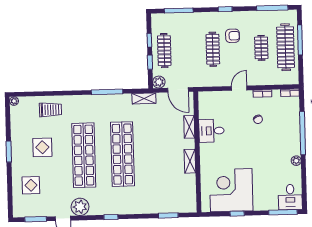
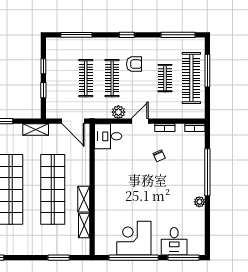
clothes rail: (164, 51) -> (86, 78), moved
plant: (159, 82) -> (118, 112), moved
shelving: (189, 127) -> (84, 226), moved
desk: (211, 131) -> (108, 136), moved
shop shelf: (161, 153) -> (53, 189), added
corner desk: (231, 190) -> (134, 238), width x0.74, depth x0.74
desk: (290, 197) -> (174, 241), moved
window: (237, 214) -> (134, 258), width x3.17

